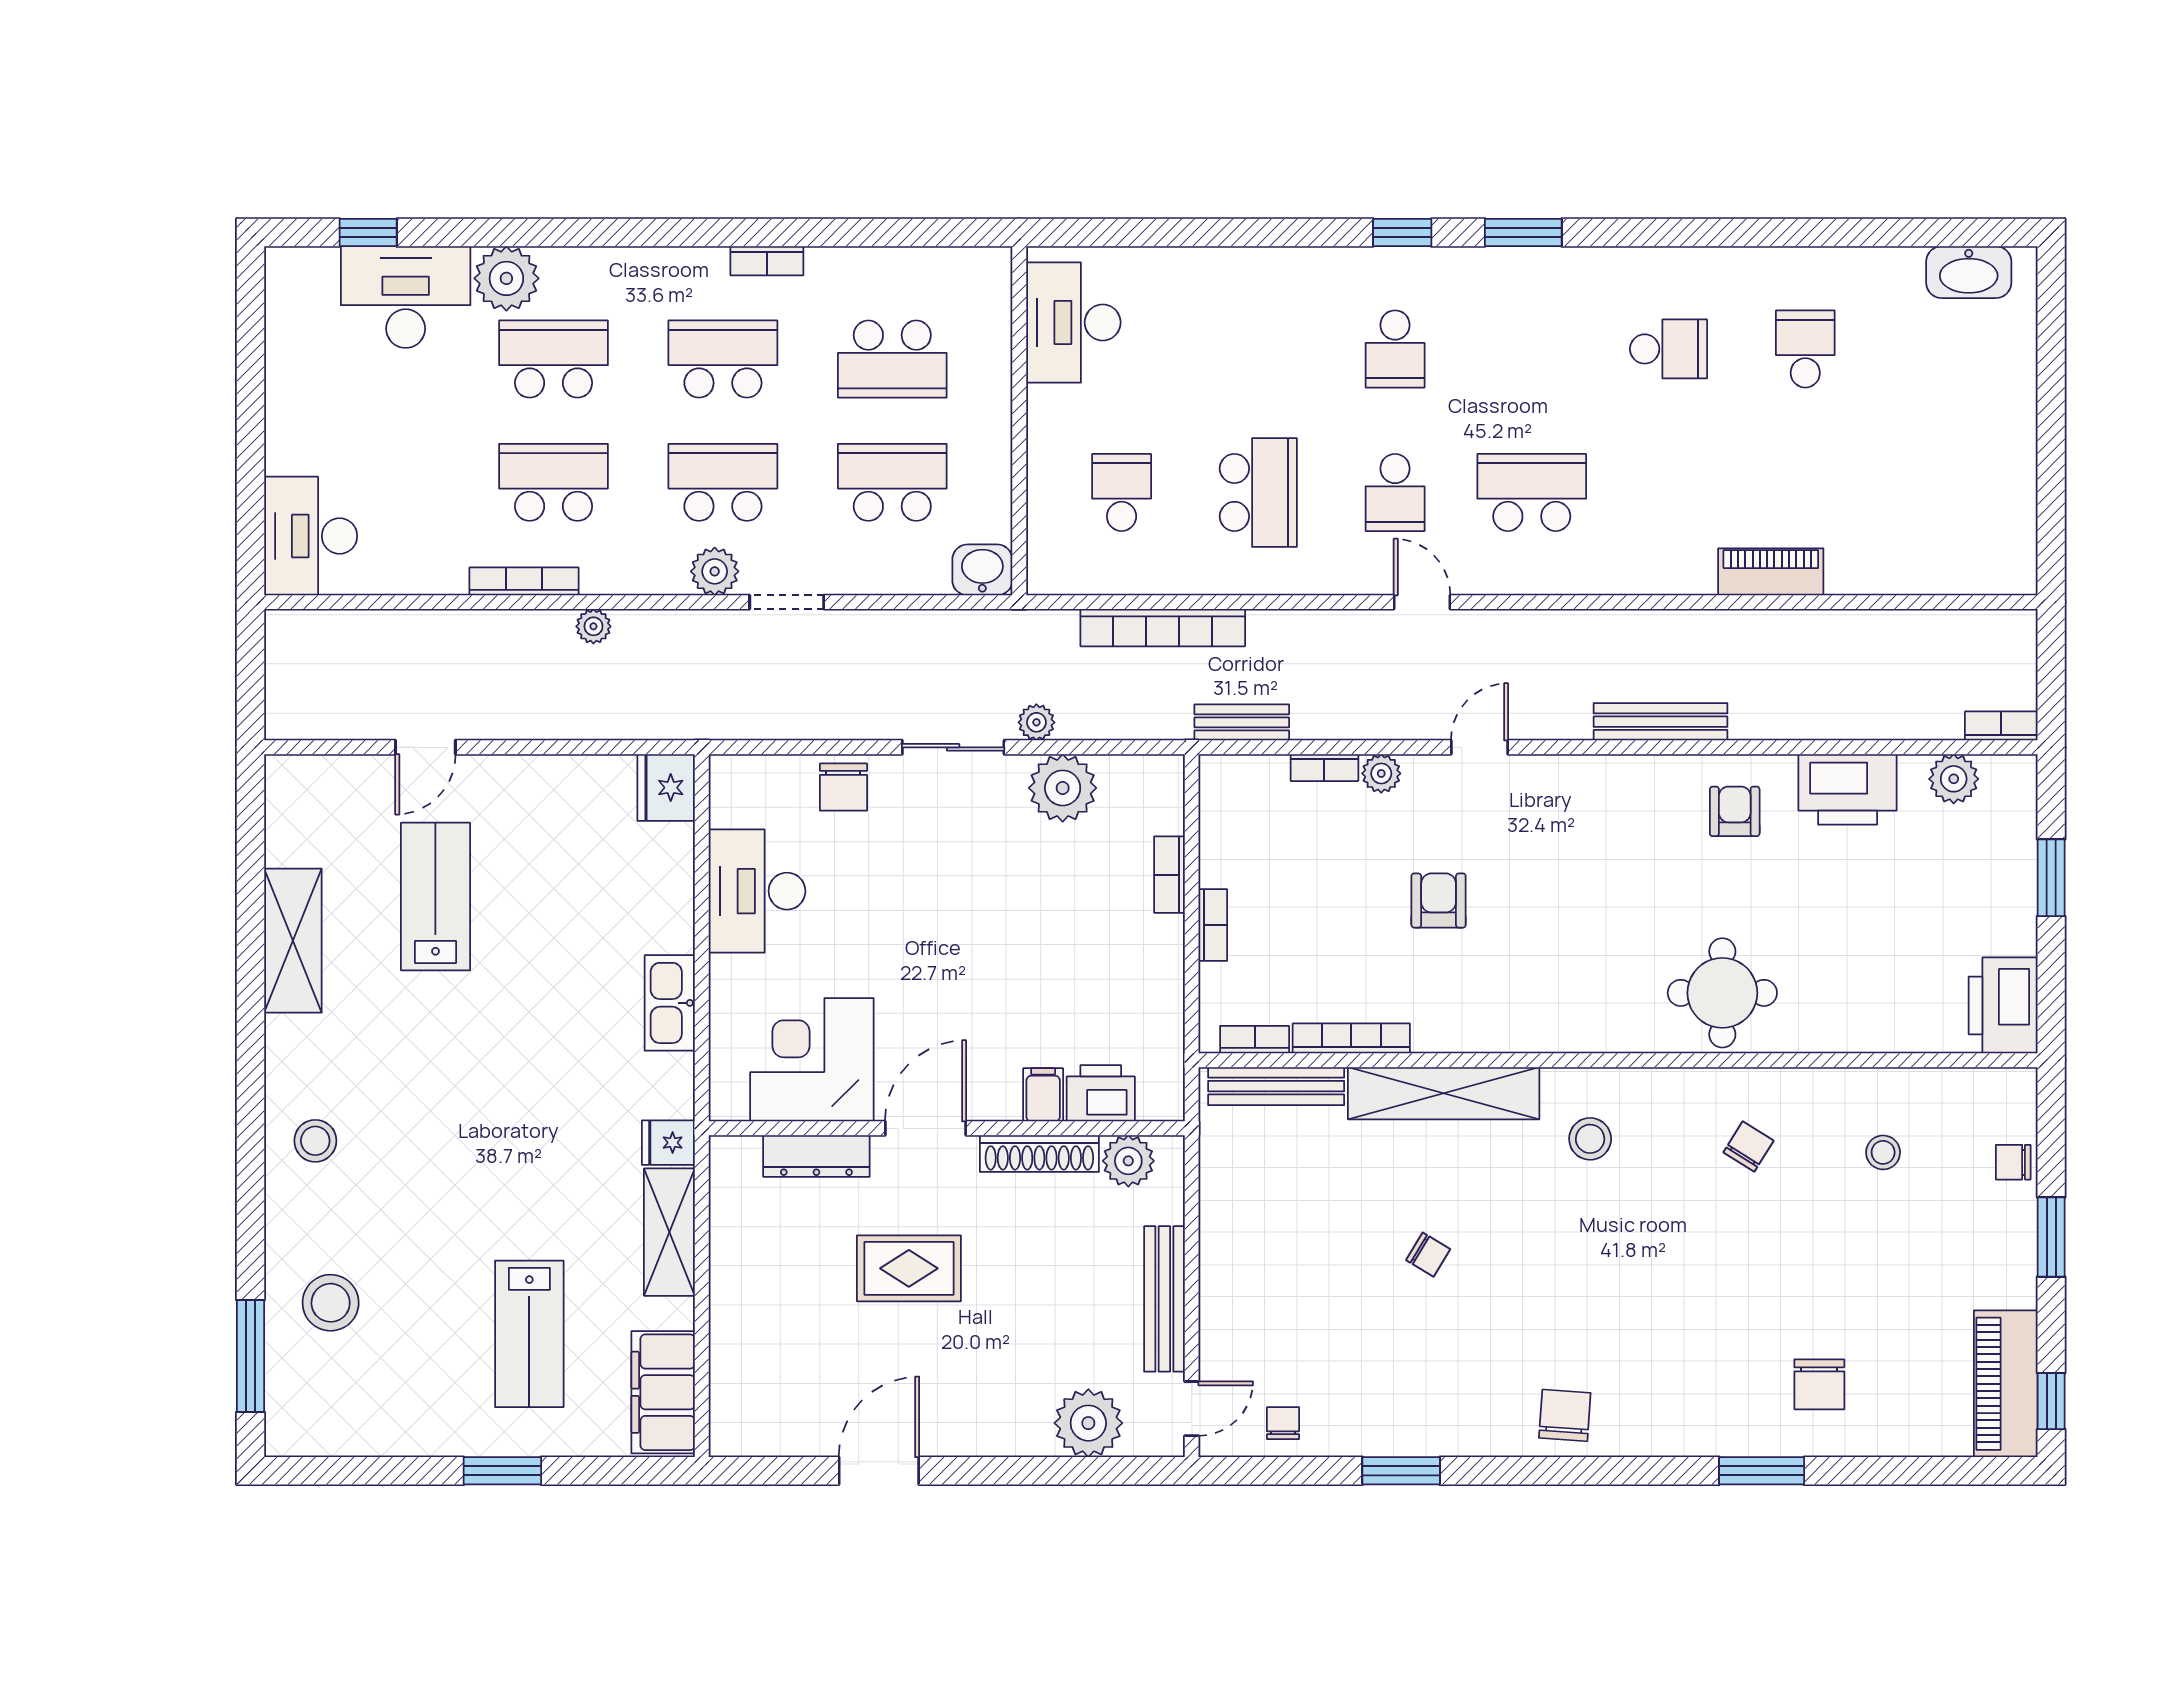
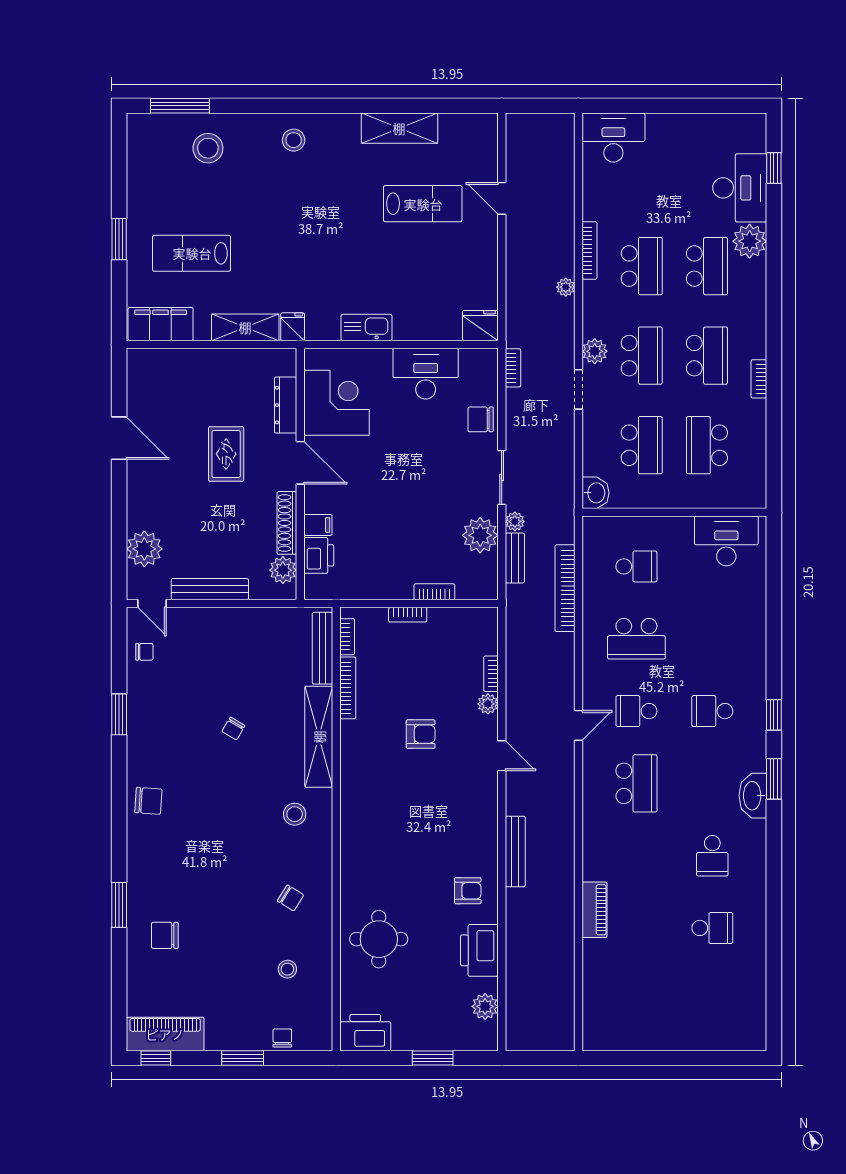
washbasin: (1969, 272) -> (753, 796), moved
bench: (1242, 722) -> (515, 558), moved
bookcase: (2001, 726) -> (513, 368), moved
round table: (1722, 993) -> (379, 939), moved

